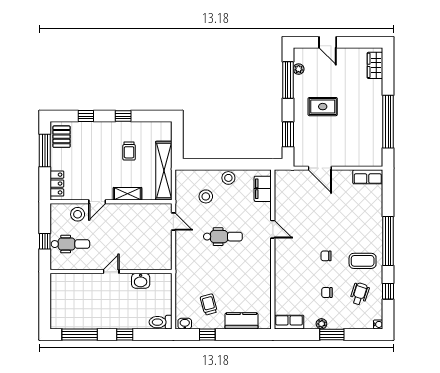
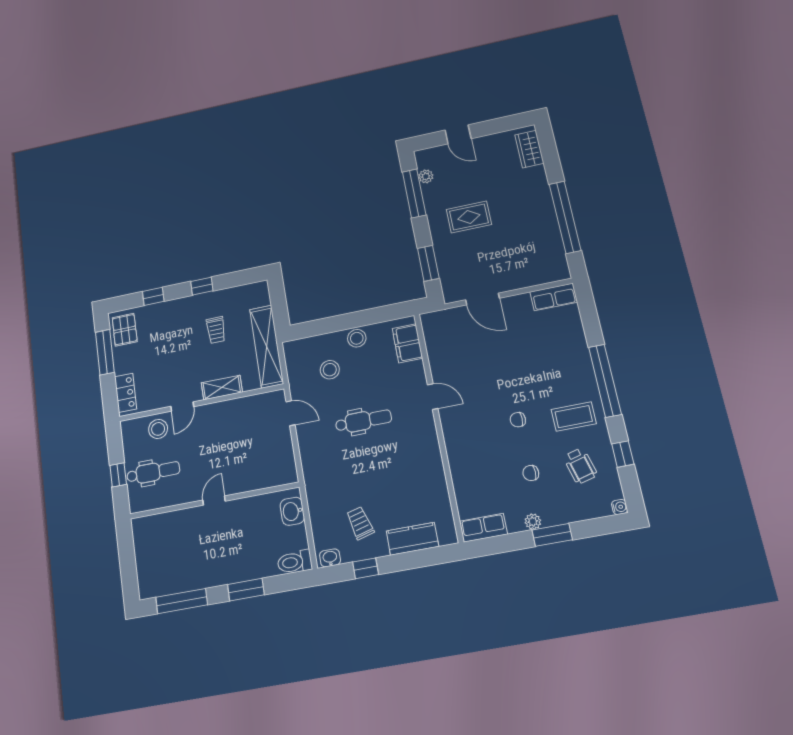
washbasin: (141, 281) -> (292, 511), moved, turned 90
wheelchair: (360, 294) -> (580, 466), turned 147
window: (125, 334) -> (246, 590), width x1.50

